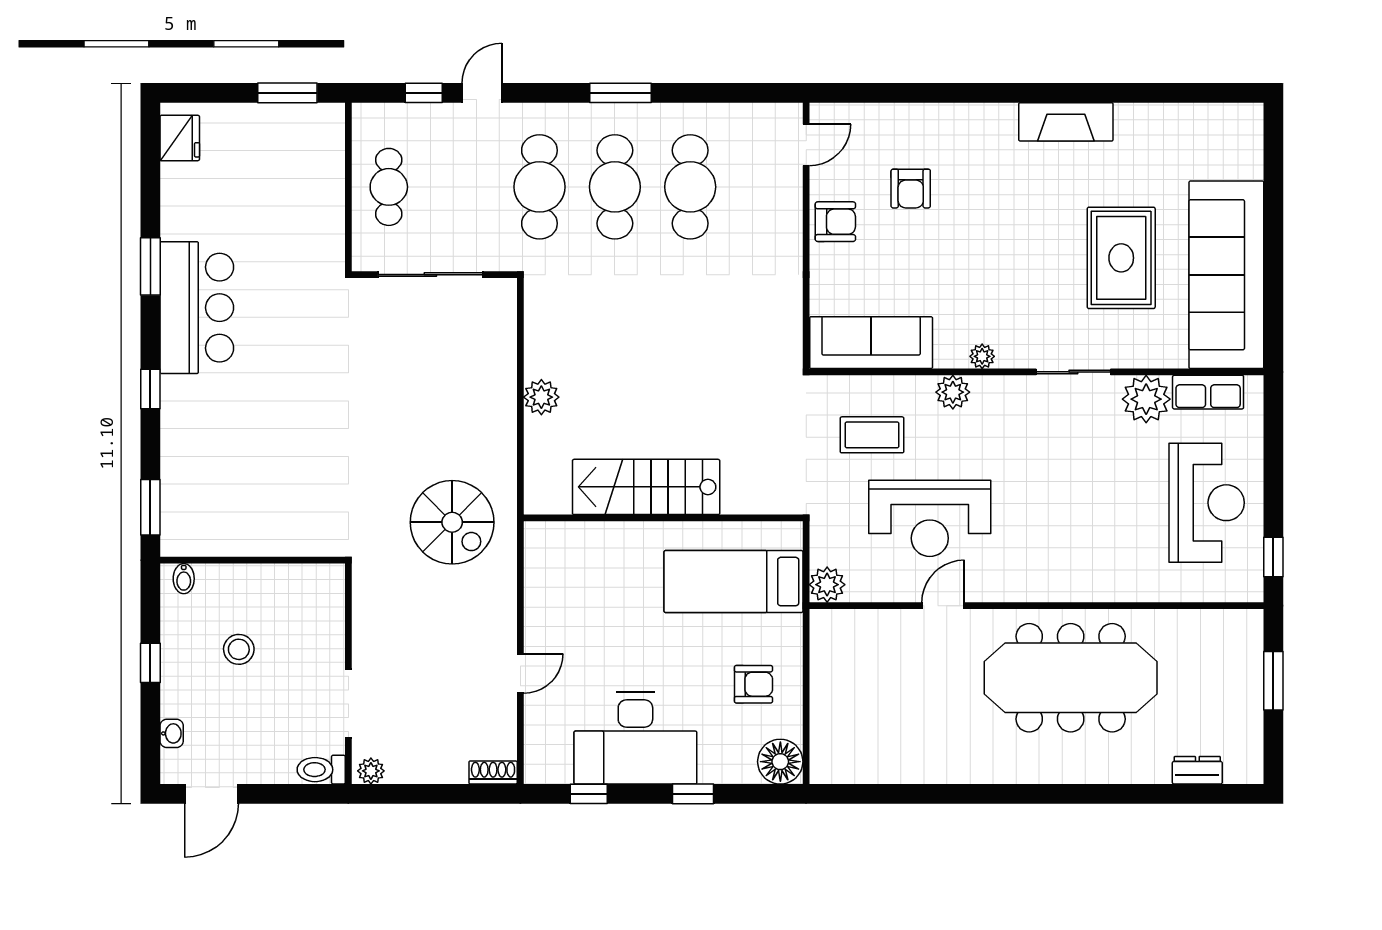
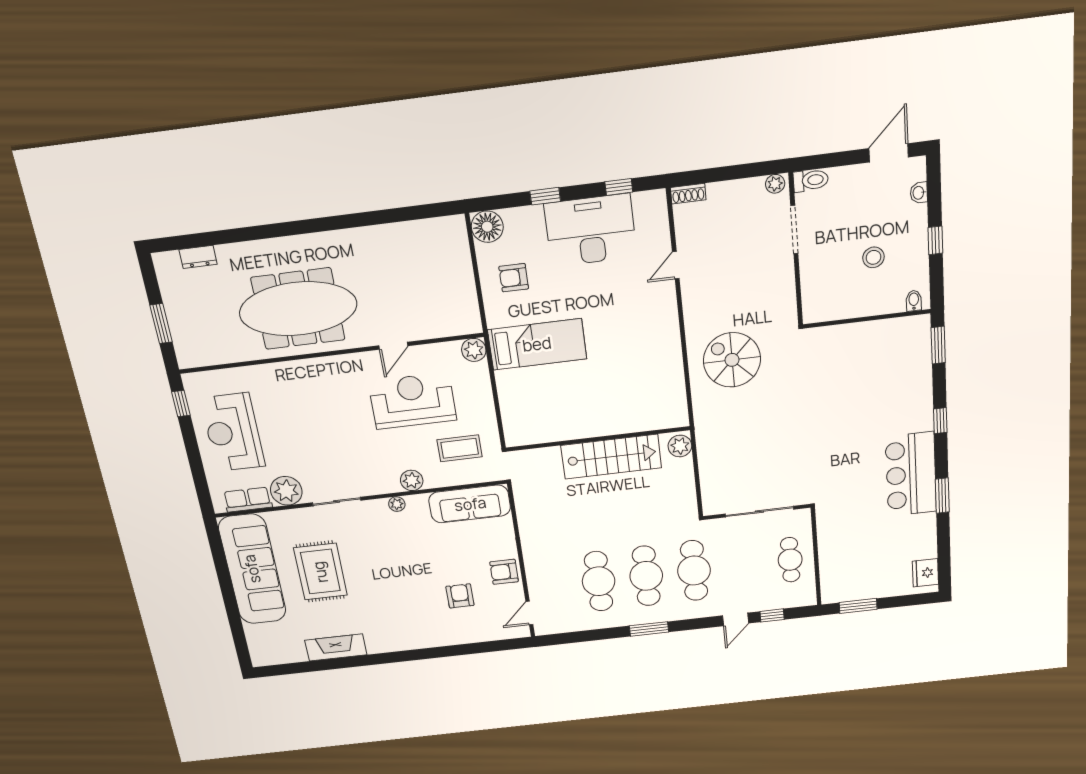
fireplace: (1066, 122) -> (336, 647), moved
stairs: (646, 487) -> (611, 457), moved
wall: (663, 518) -> (598, 439), moved

